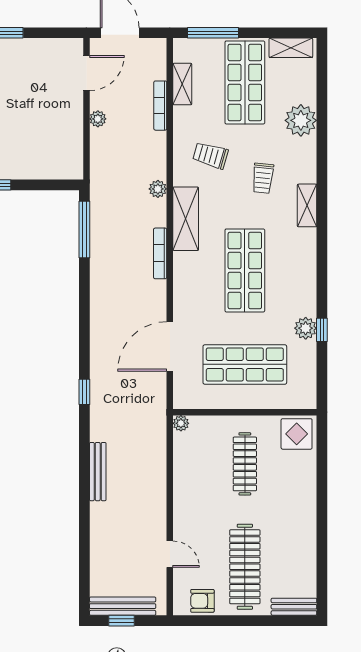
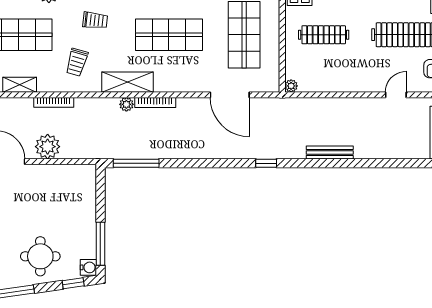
bookcase: (160, 106) -> (54, 102), moved
plant: (98, 119) -> (48, 147), width x1.88, depth x1.88
plant: (158, 189) -> (126, 104), moved

